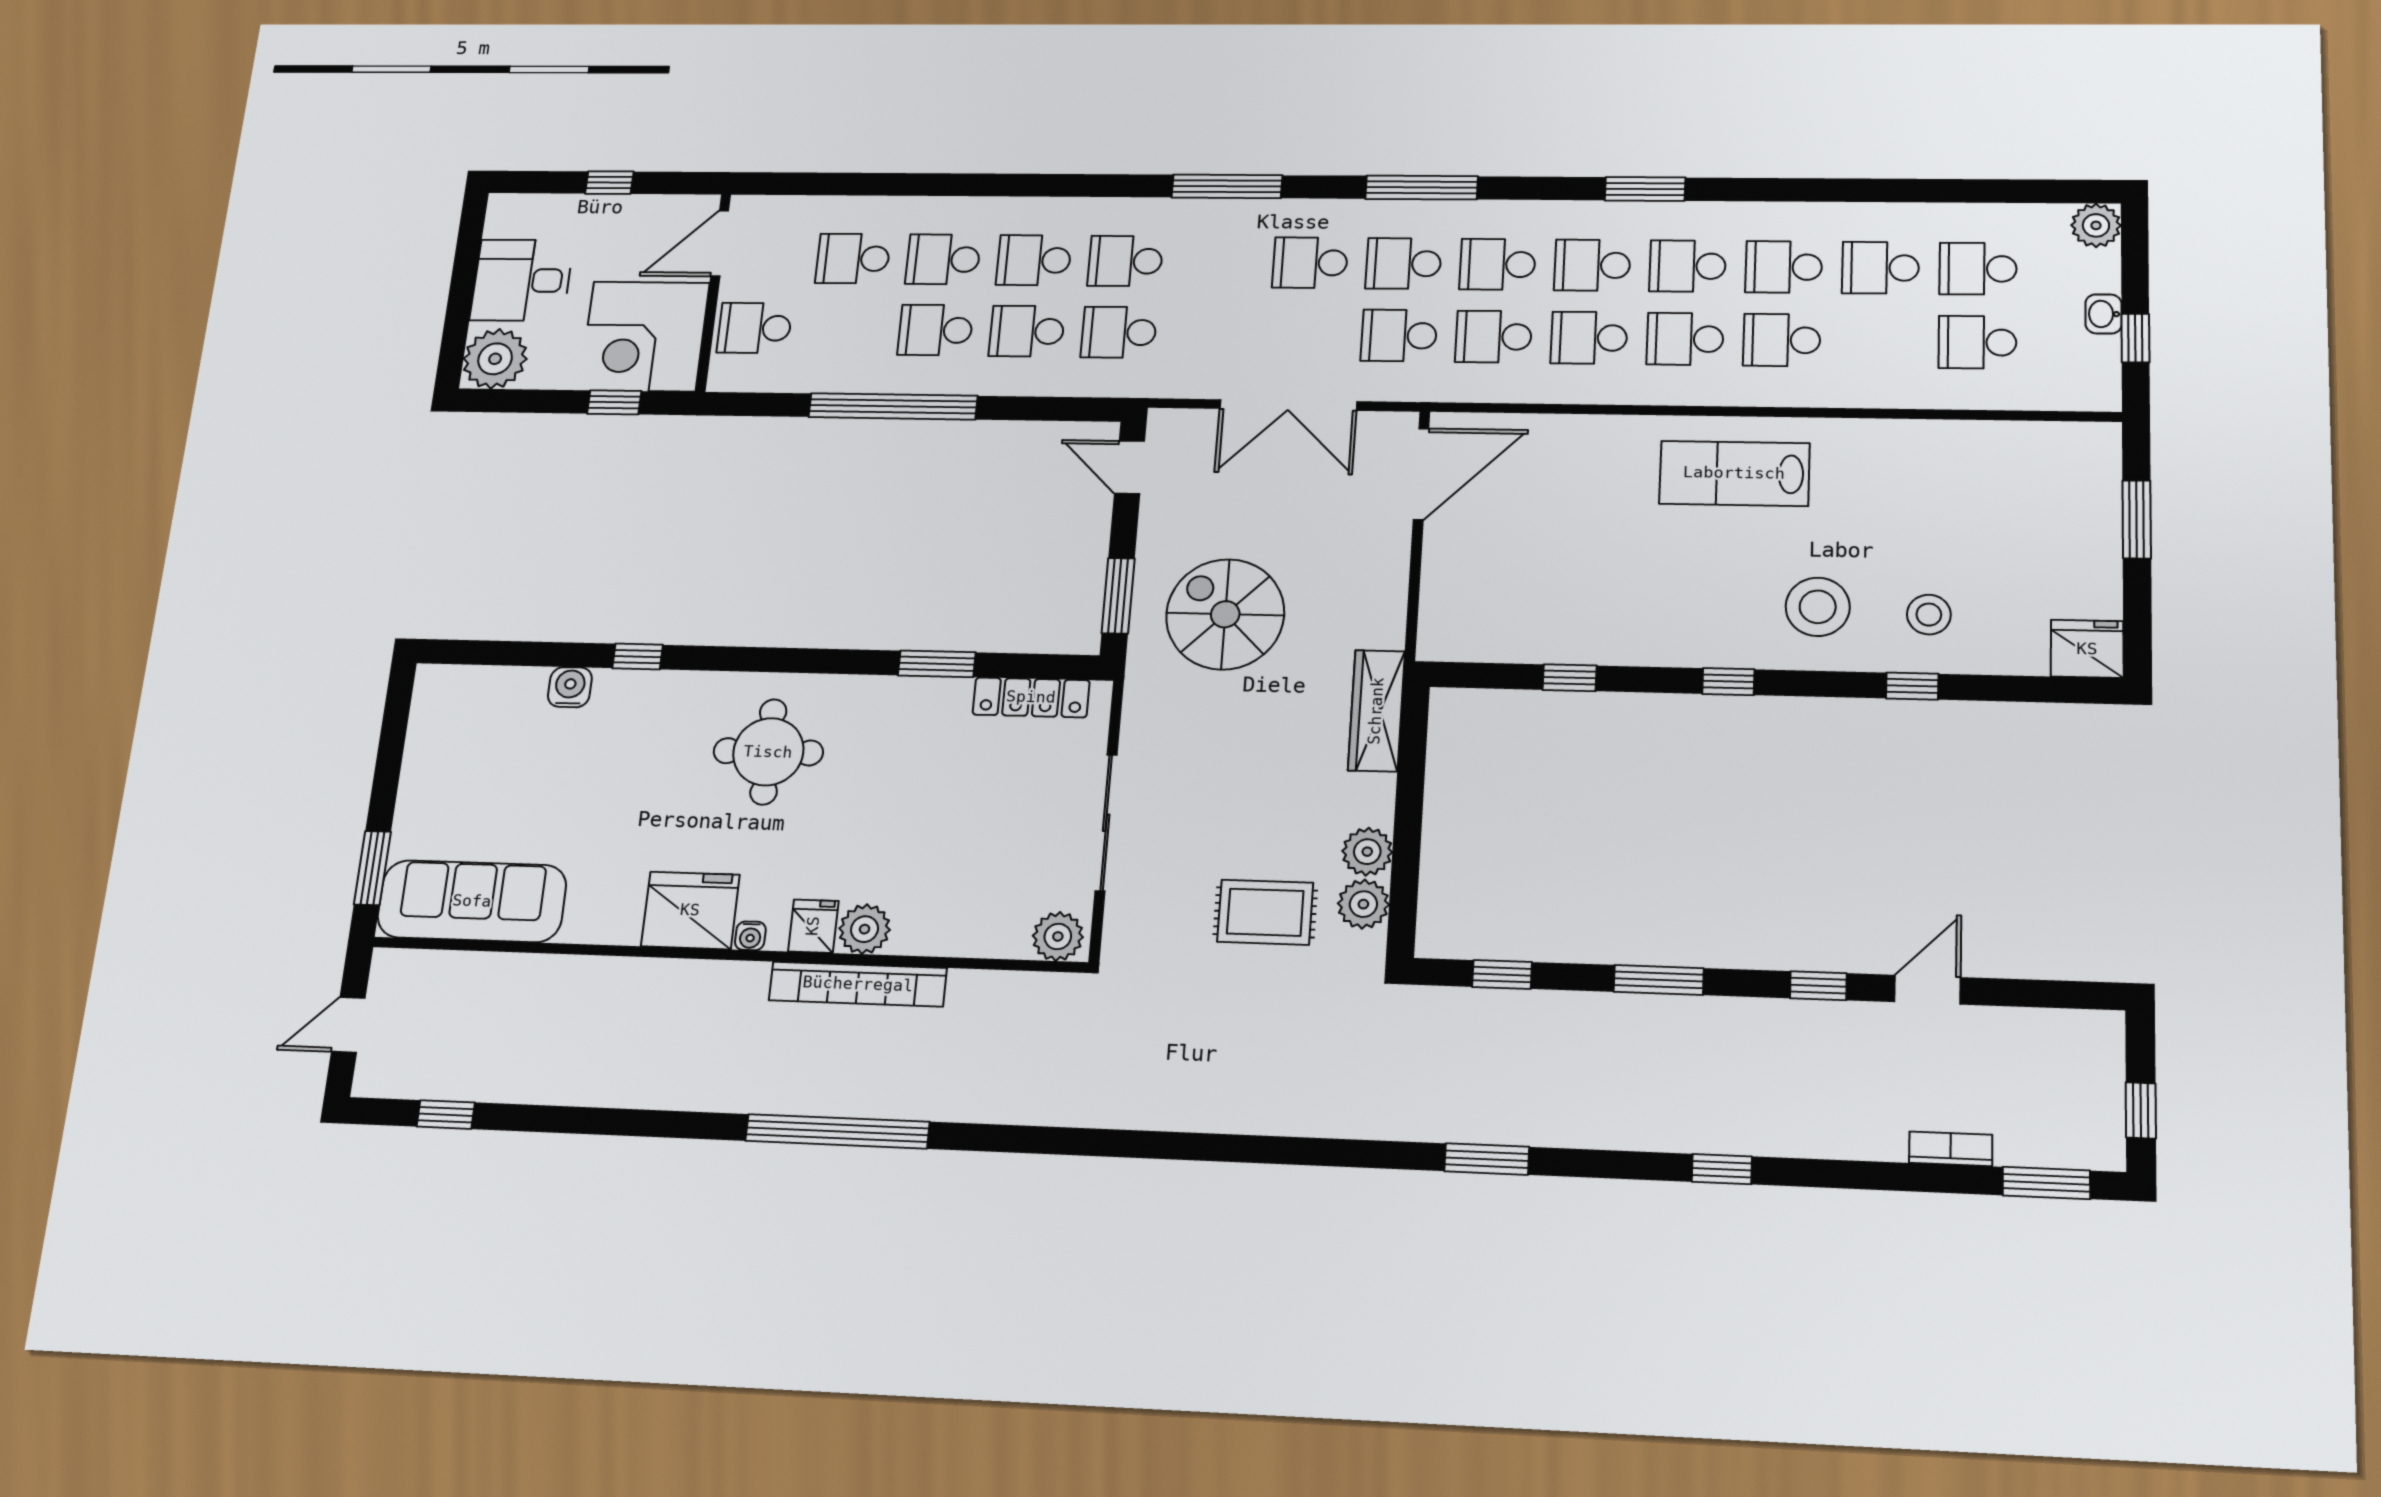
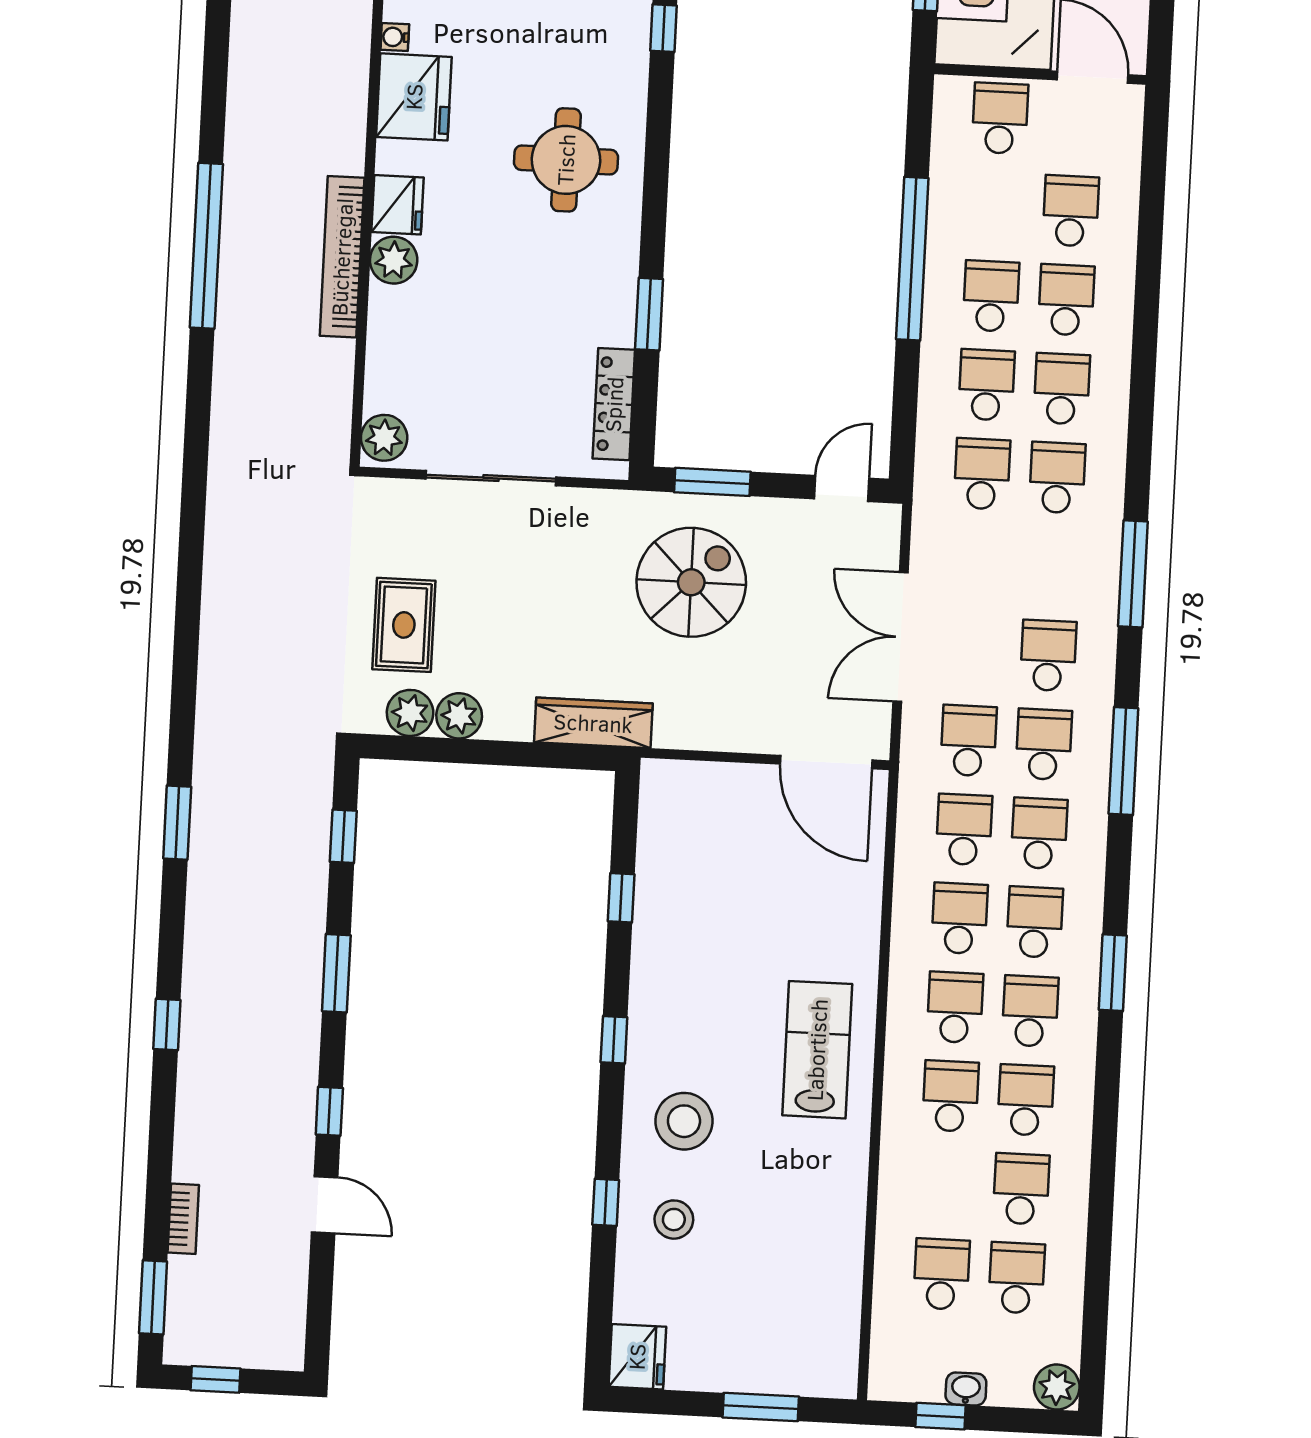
fridge: (813, 926) -> (397, 205), width x1.38
water cooler: (750, 936) -> (395, 37), moved

